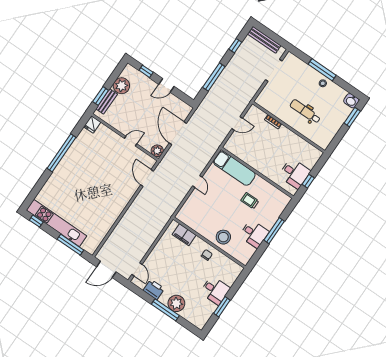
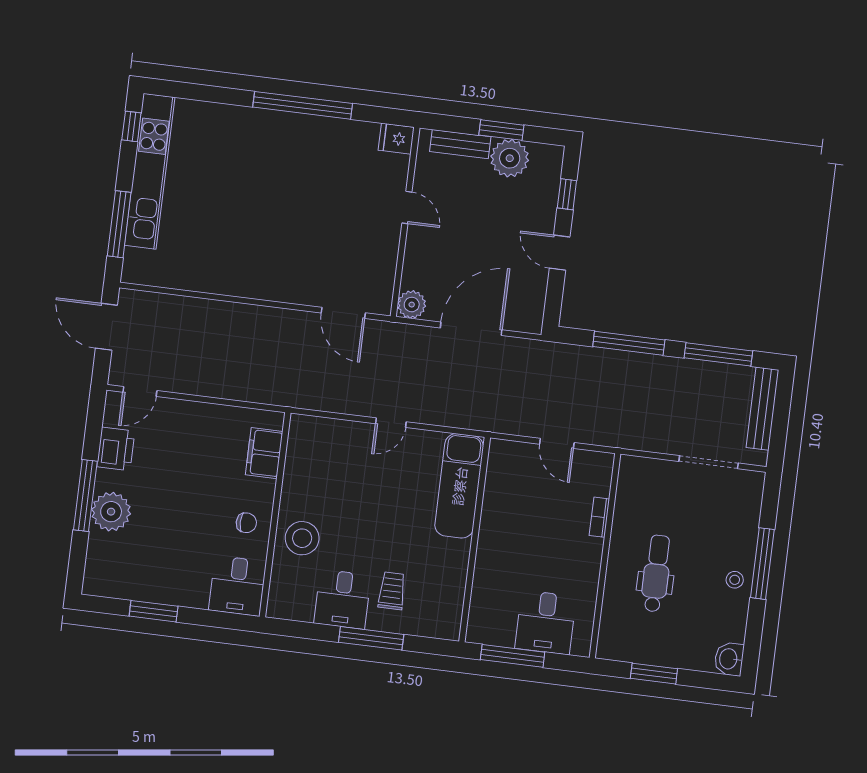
window: (235, 46) -> (718, 354), width x2.17
window: (101, 96) -> (501, 130), moved
window: (352, 117) -> (654, 674), moved
door: (131, 141) -> (407, 207), moved
desk: (294, 173) -> (545, 622), moved
door: (147, 178) -> (343, 313), swing flipped
window: (308, 181) -> (513, 656), width x2.17
trolley: (250, 201) -> (392, 591), moved
desk: (215, 290) -> (237, 586), moved

